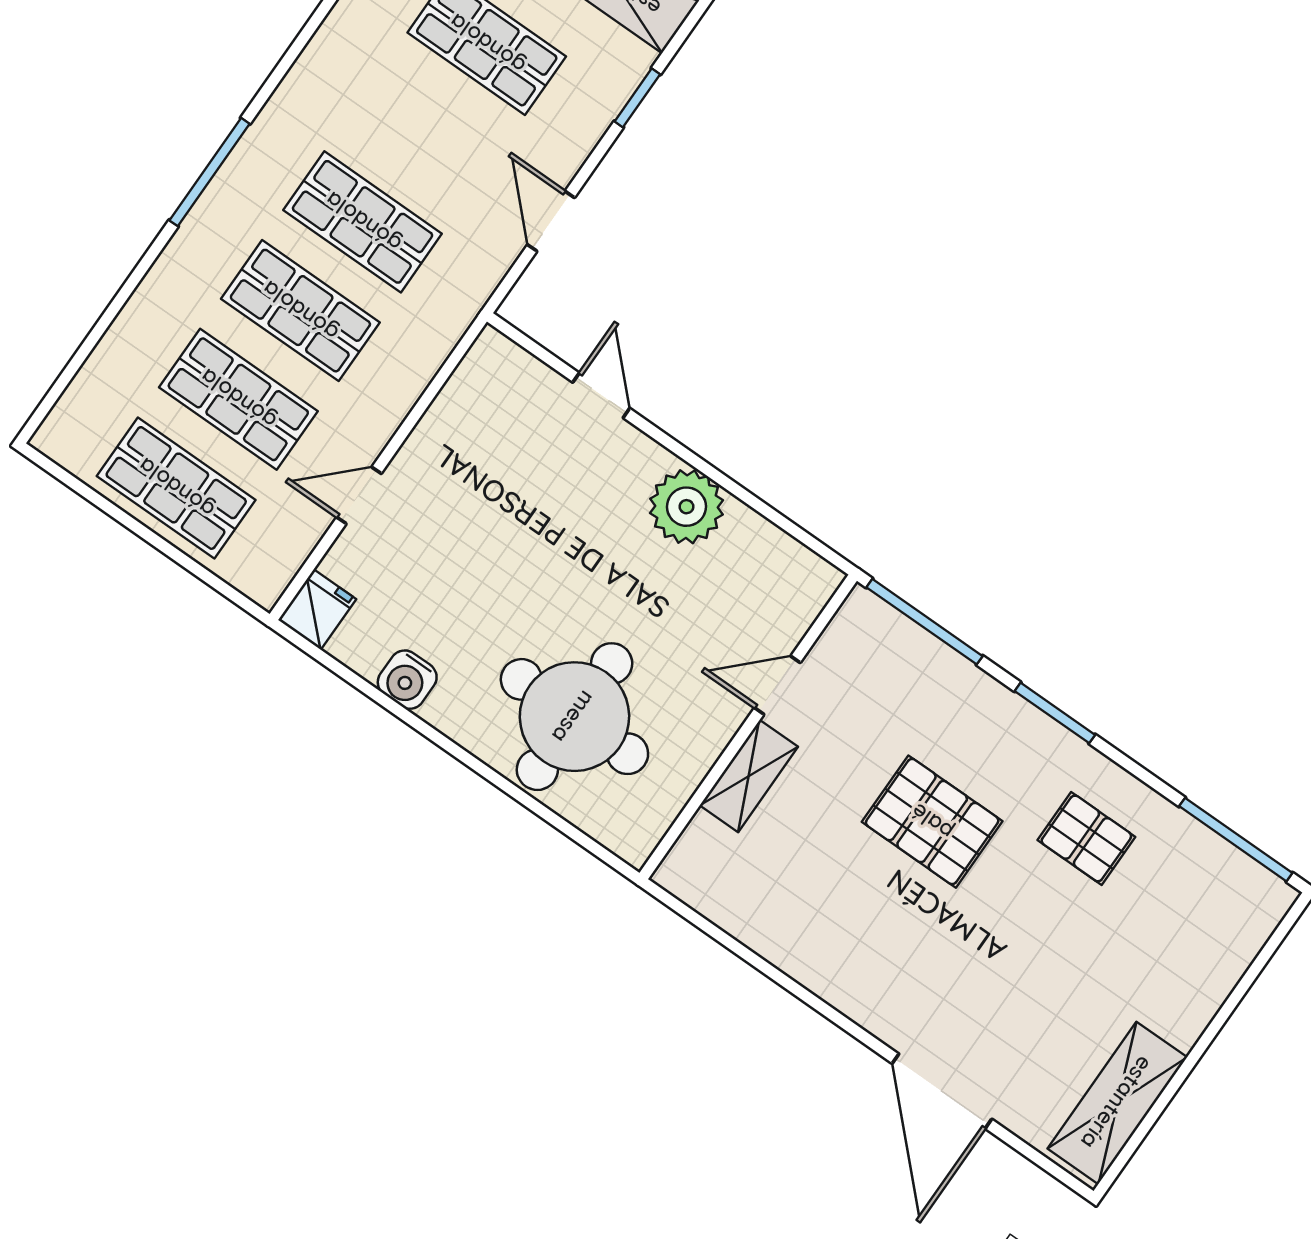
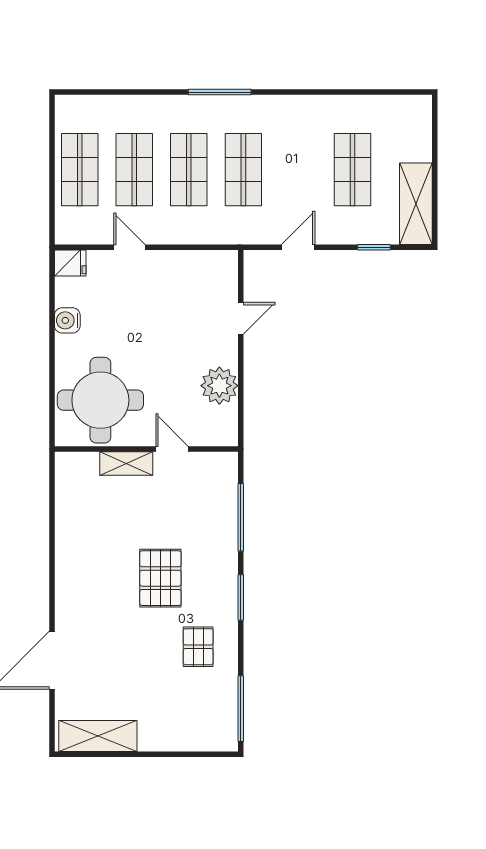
door: (777, 685) -> (172, 449), moved
wall: (748, 727) -> (146, 449), moved
shelving: (749, 776) -> (126, 463), moved

